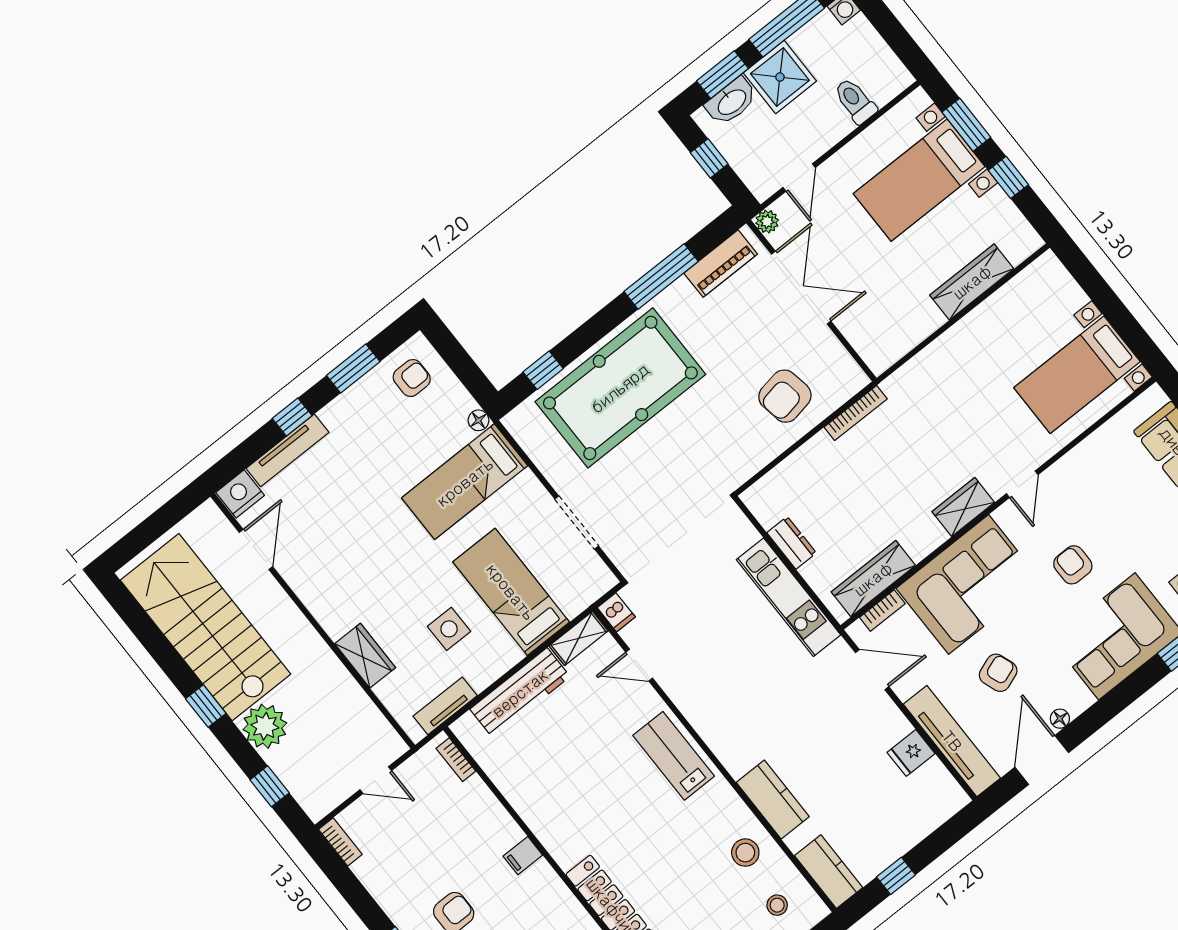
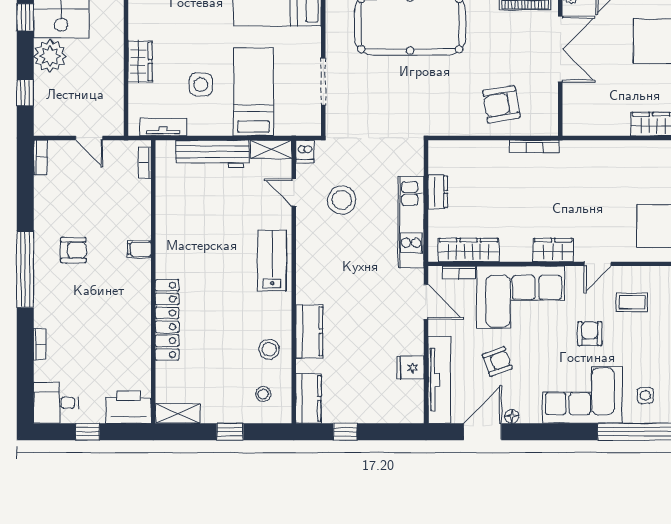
coffee table: (1091, 496) -> (632, 302), added
stool: (696, 633) -> (342, 200), added

